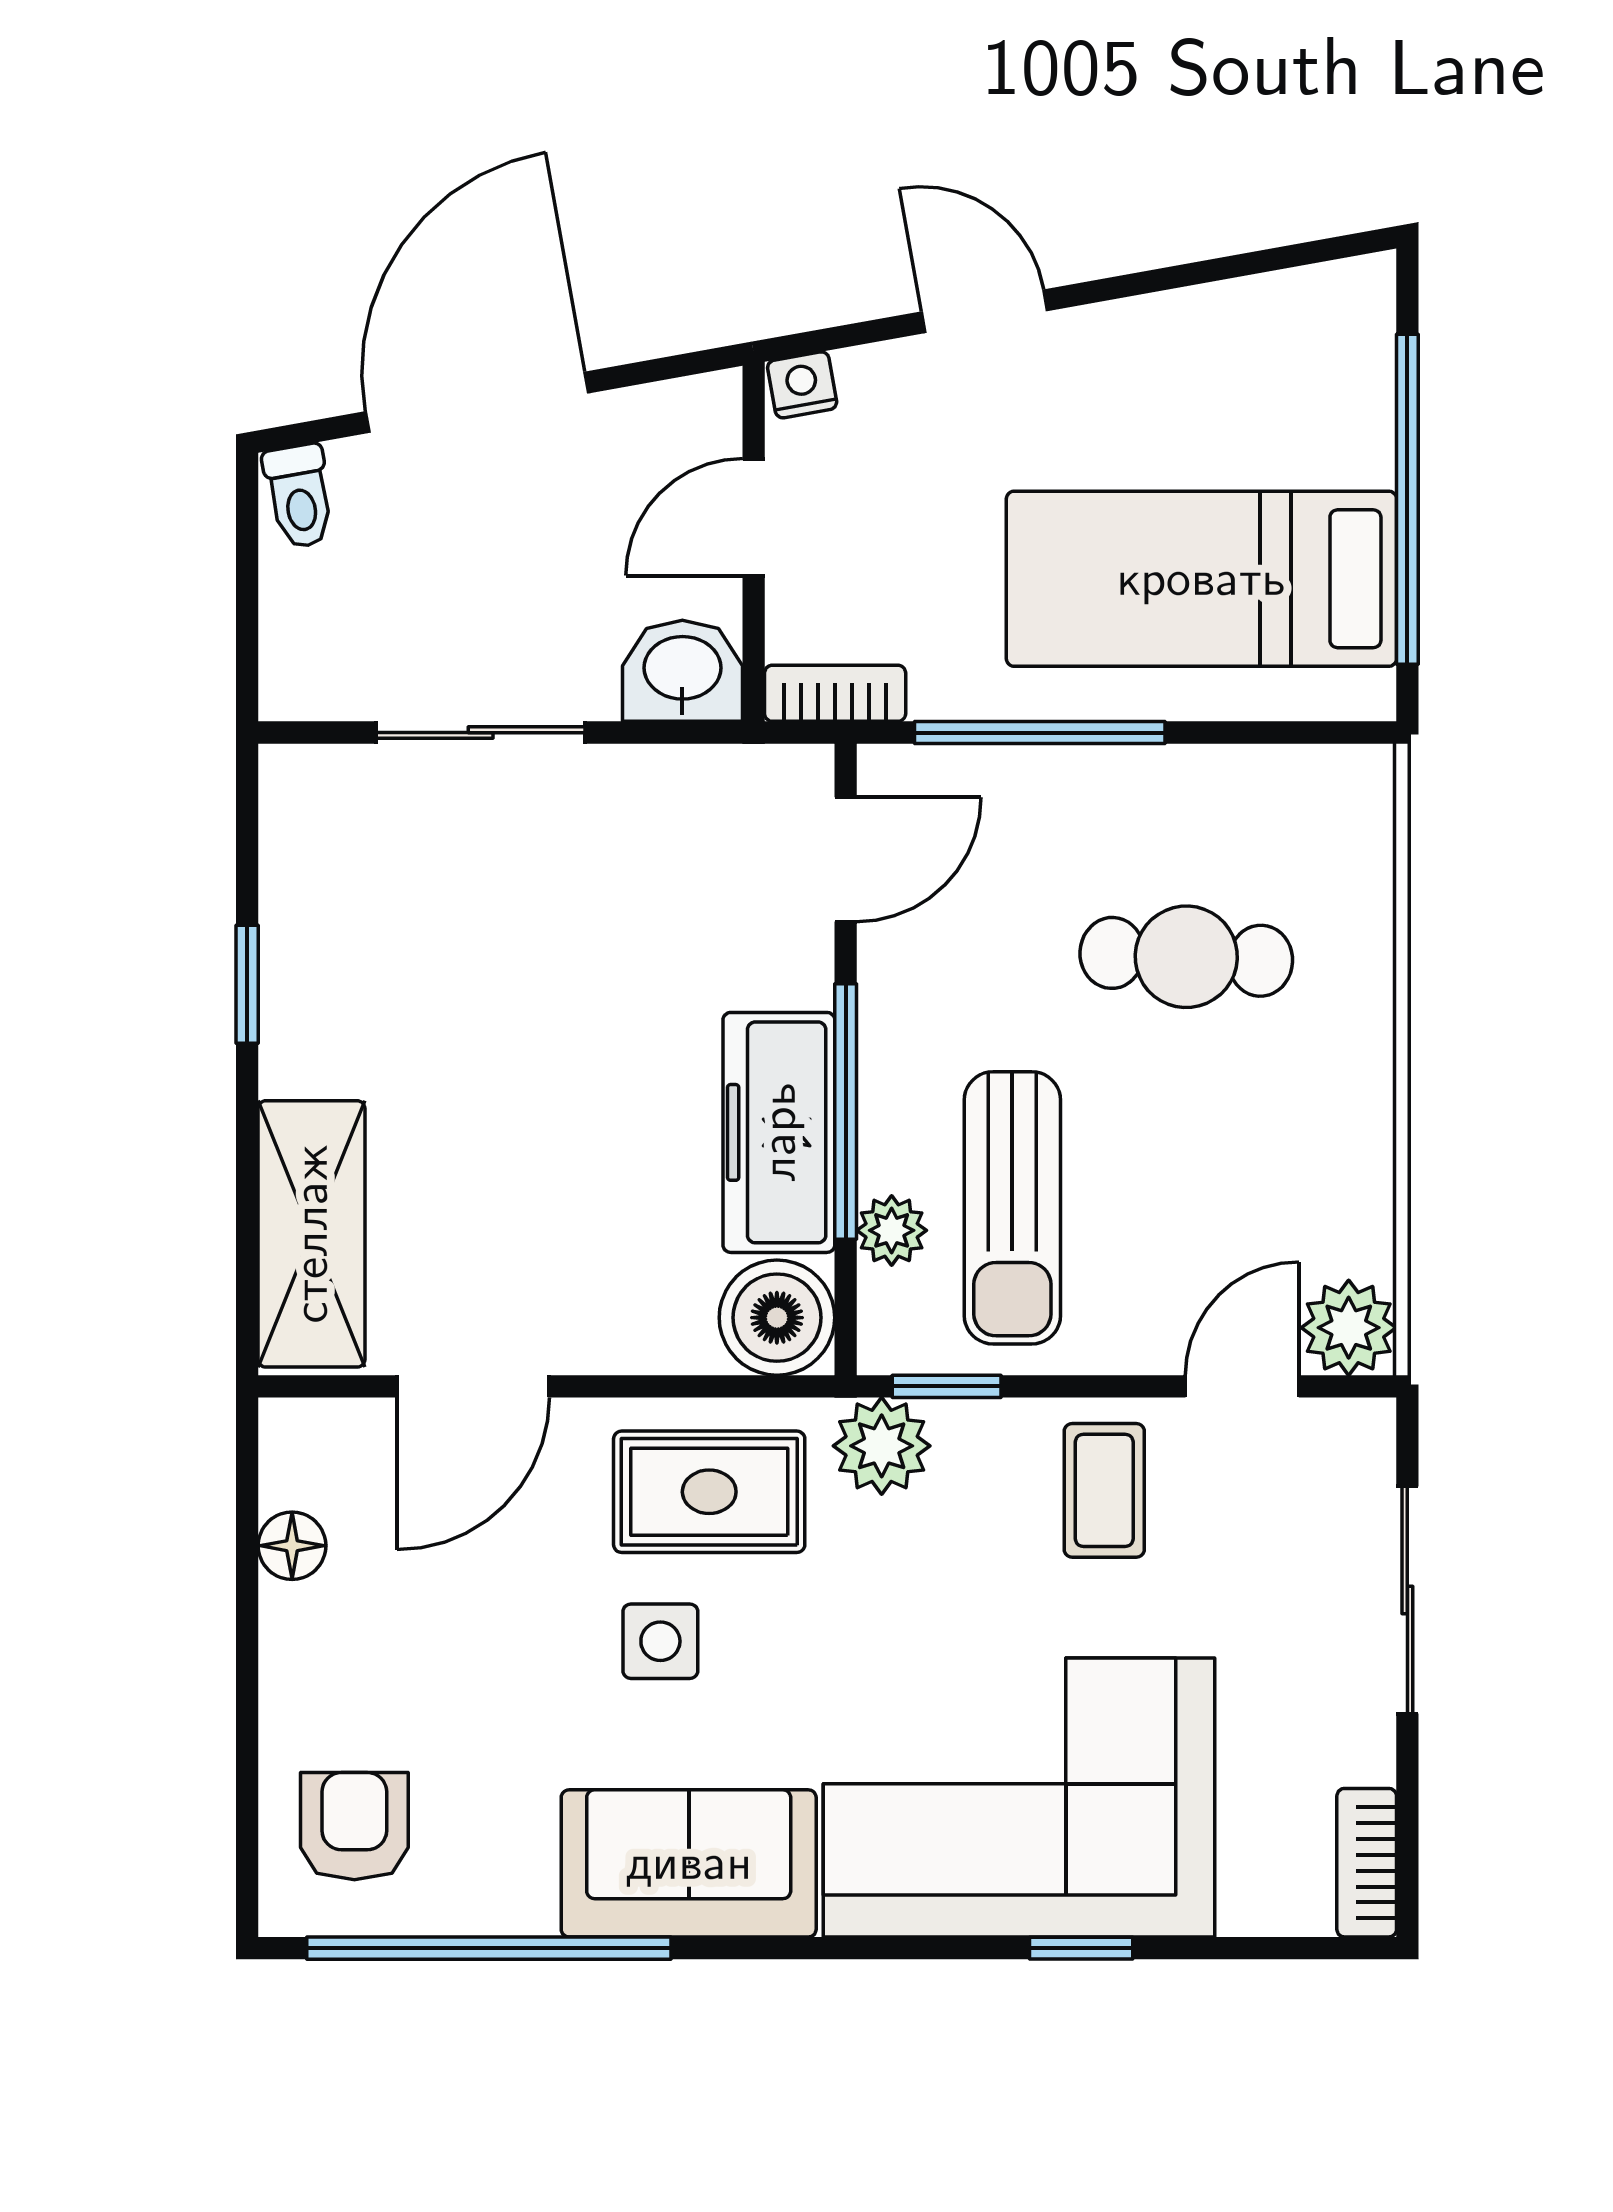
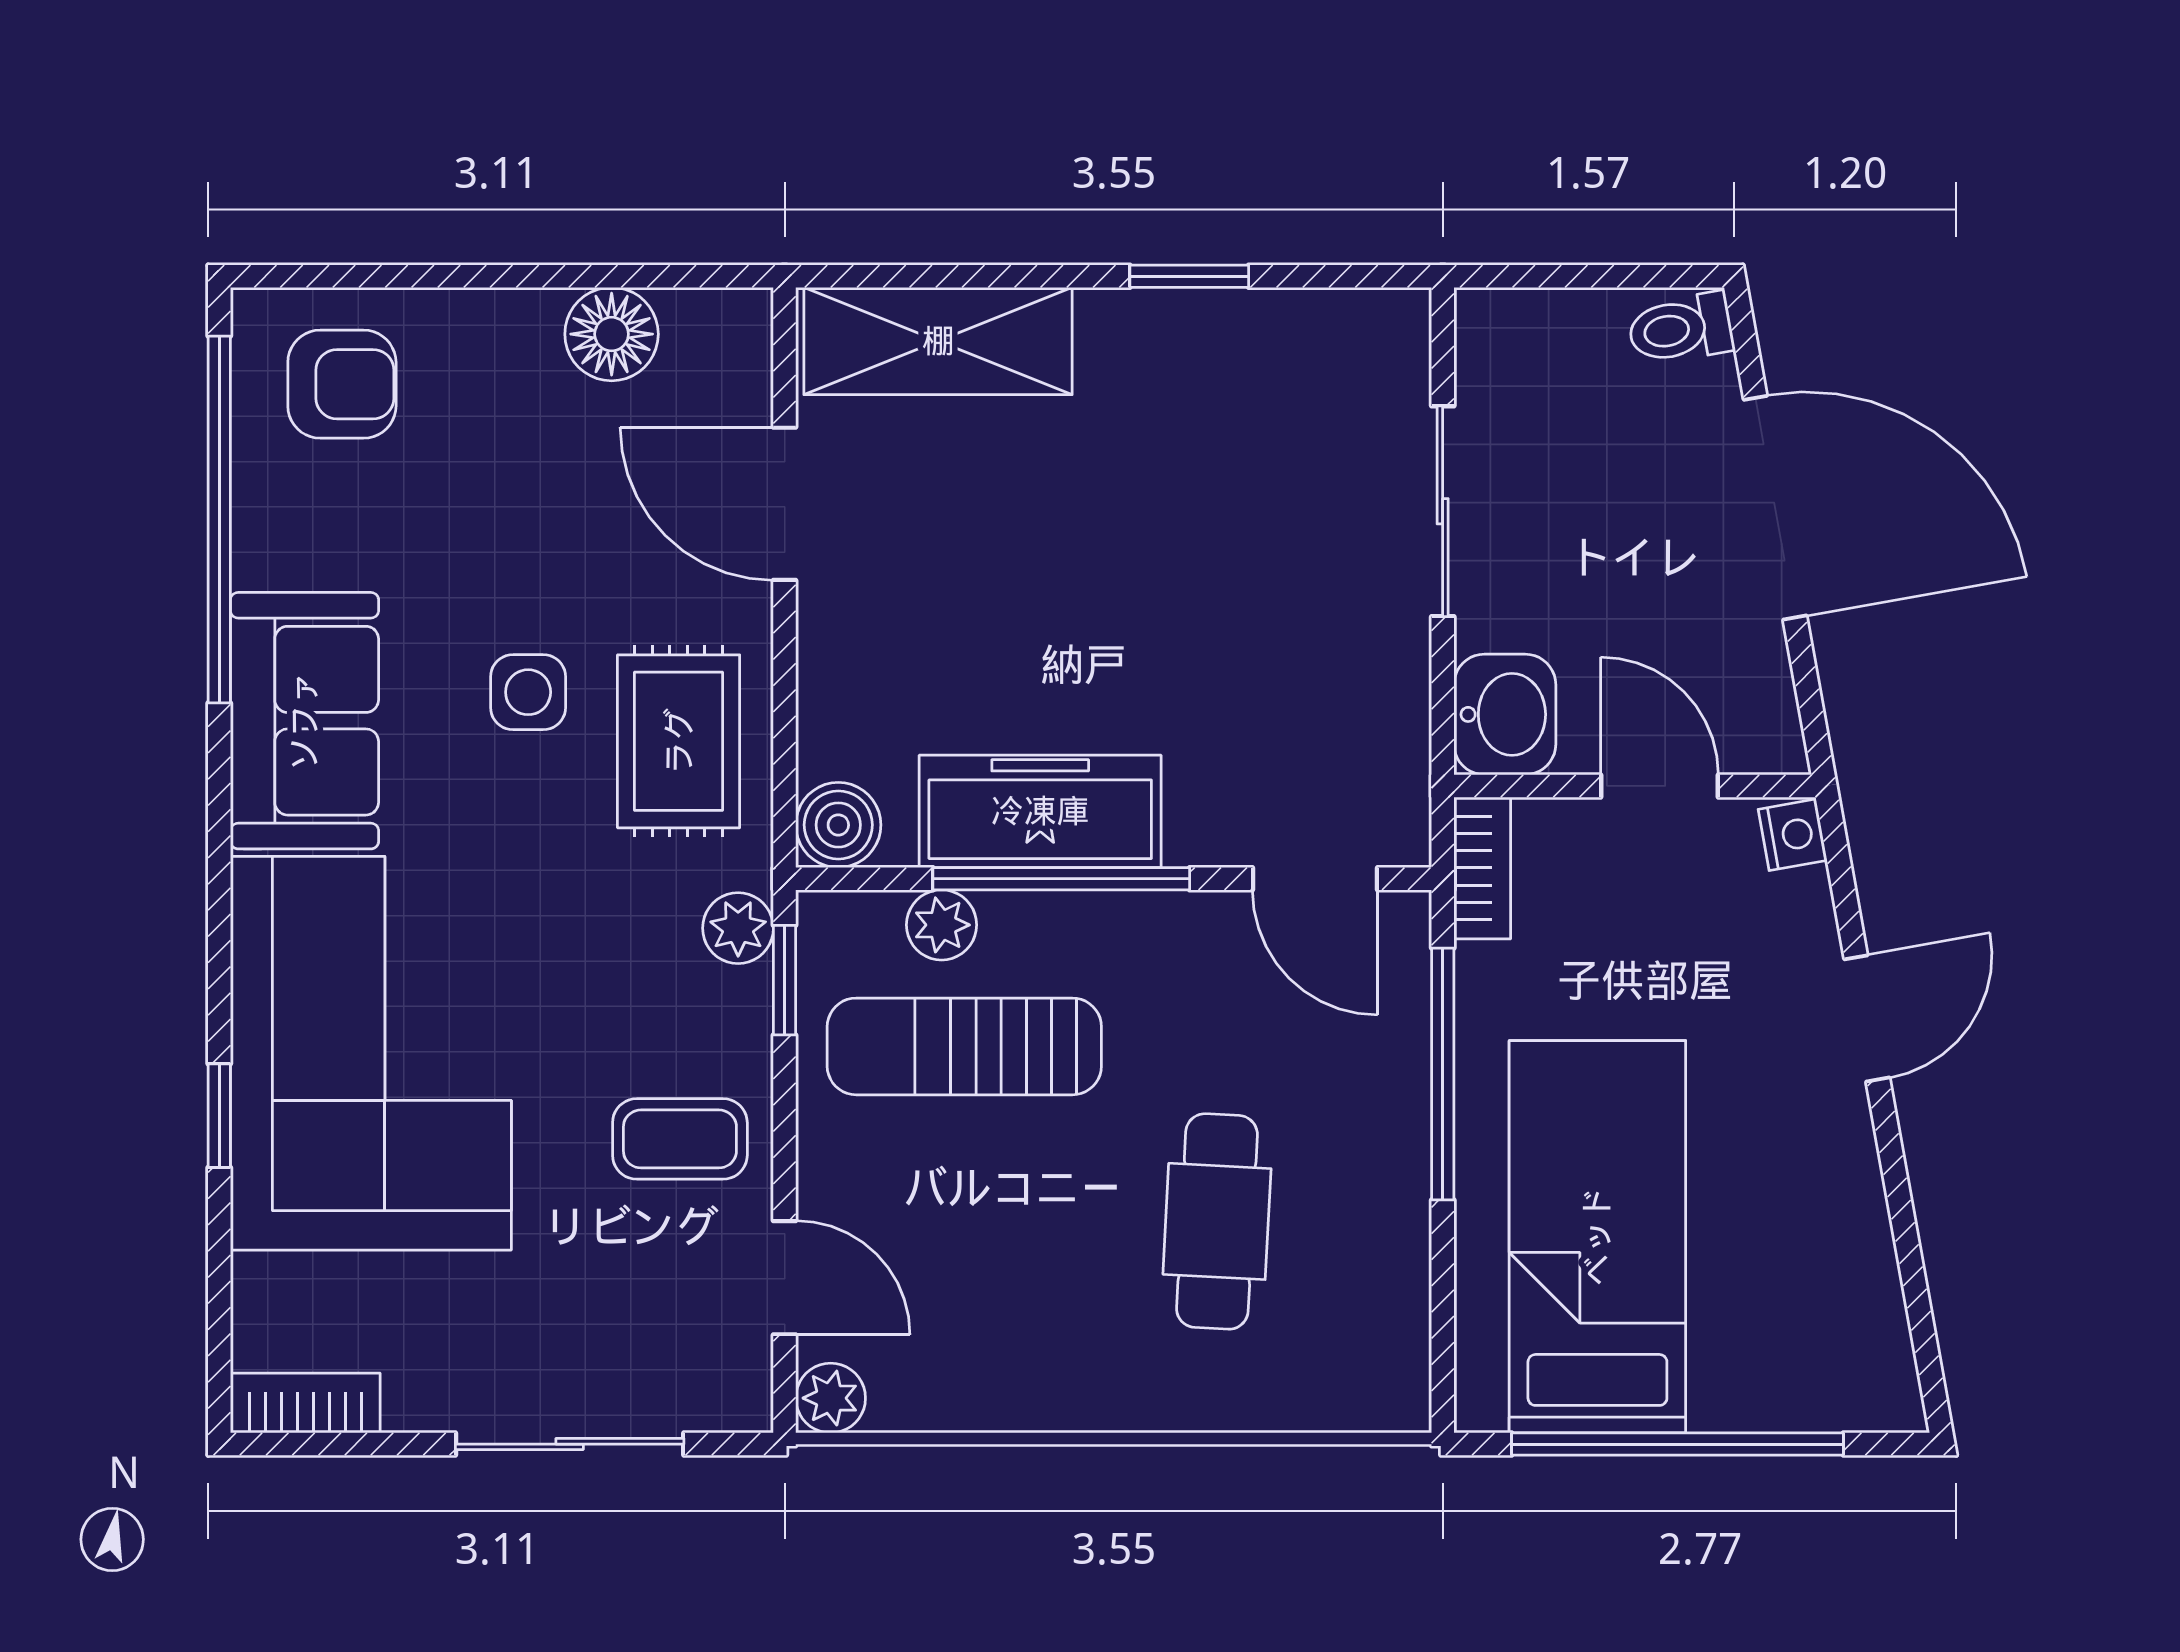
boiler: (777, 1318) -> (838, 825), width x0.73, depth x0.73
plant: (1349, 1328) -> (831, 1398), width x0.73, depth x0.73
plant: (882, 1446) -> (738, 928), width x0.73, depth x0.73
floor lamp: (292, 1546) -> (612, 334), width x1.37, depth x1.37

